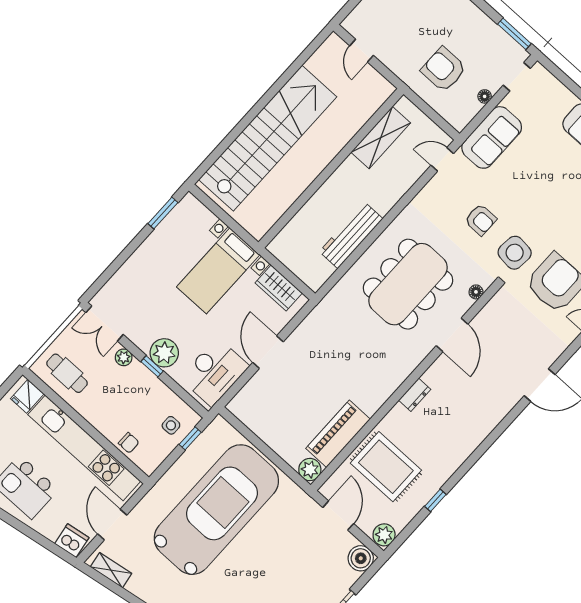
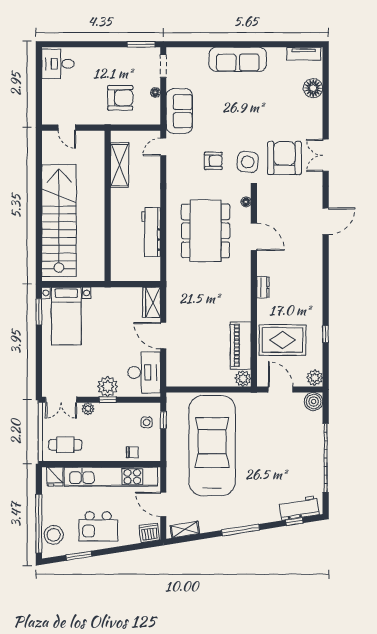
armchair: (444, 69) -> (120, 98), turned 180
bed with nightstands: (218, 271) -> (66, 316), moved
wardrobe: (279, 288) -> (151, 302), moved, turned 90

